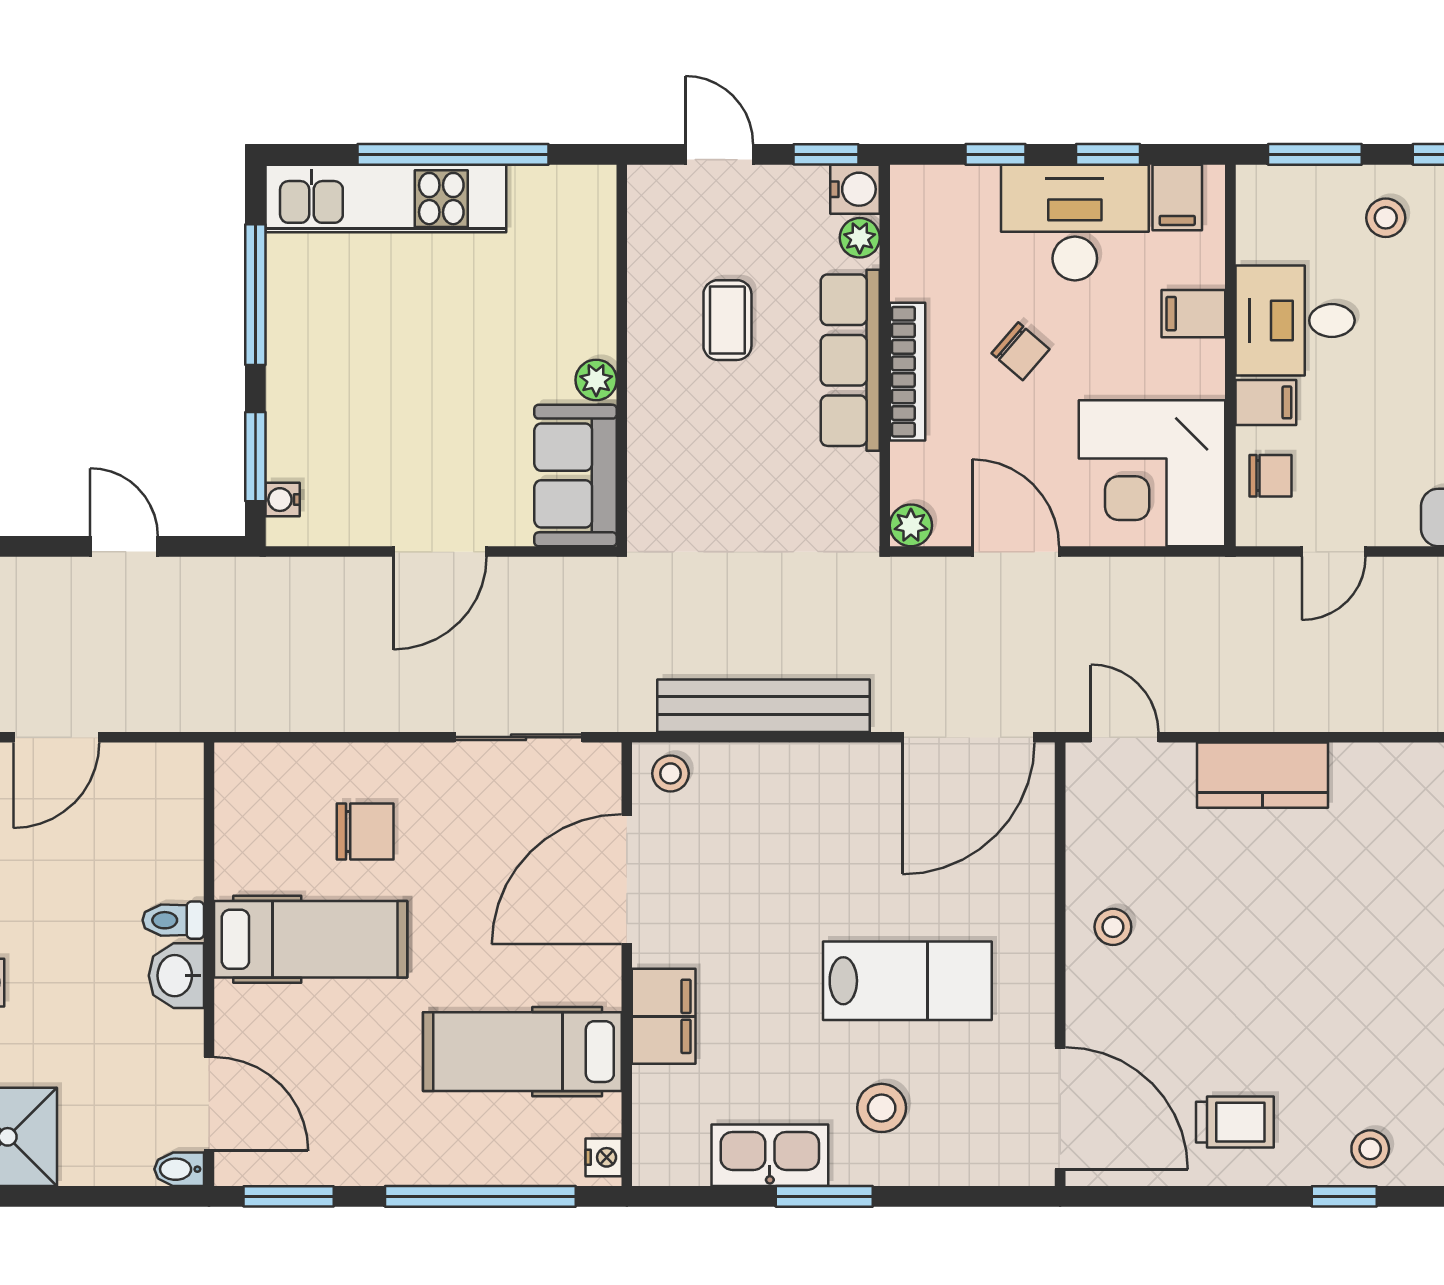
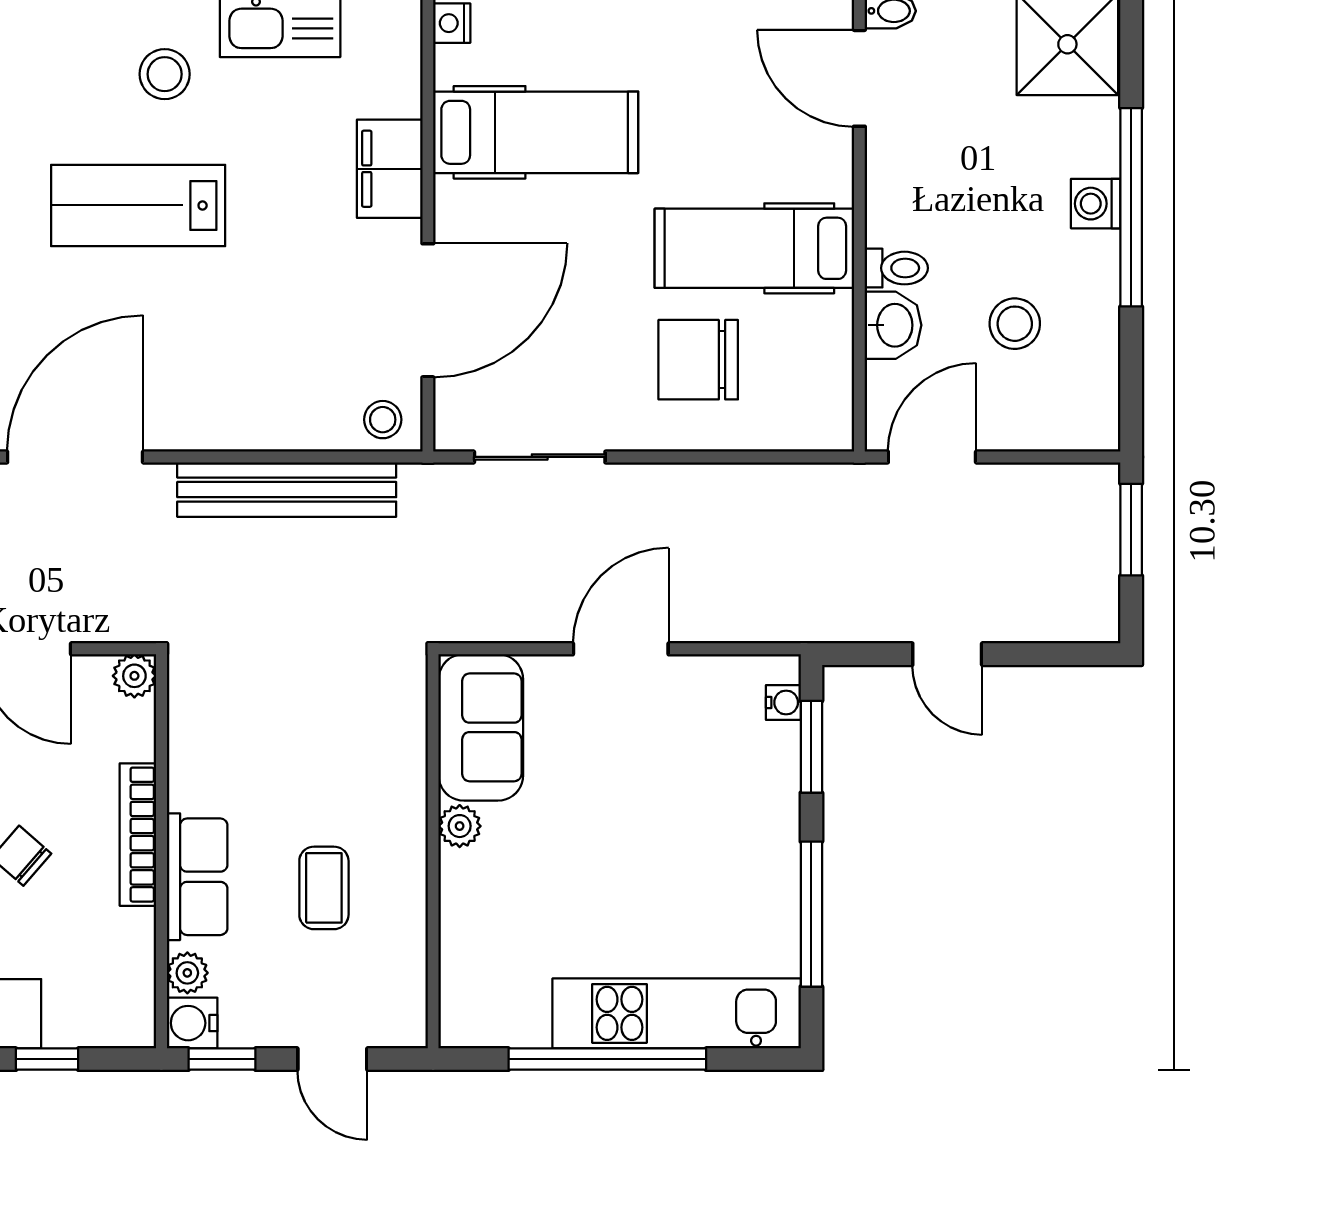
row of seats: (850, 360) -> (197, 877), width x0.68
door: (56, 737) -> (932, 457), moved
chair: (365, 831) -> (698, 360), width x1.37, depth x1.37
stool: (59, 866) -> (1015, 324), added
washbasin: (176, 976) -> (893, 325), moved

